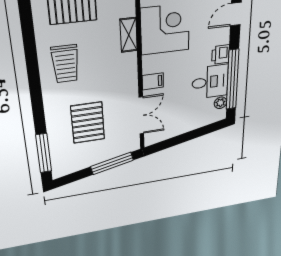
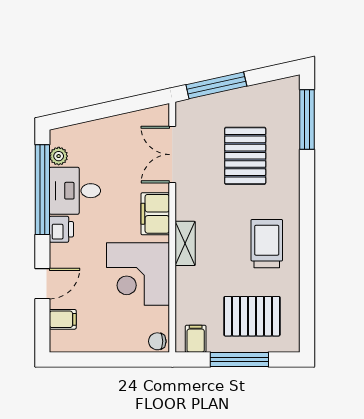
shelving: (129, 35) -> (185, 243), moved
filing cabinet: (153, 81) -> (155, 214), width x2.00

